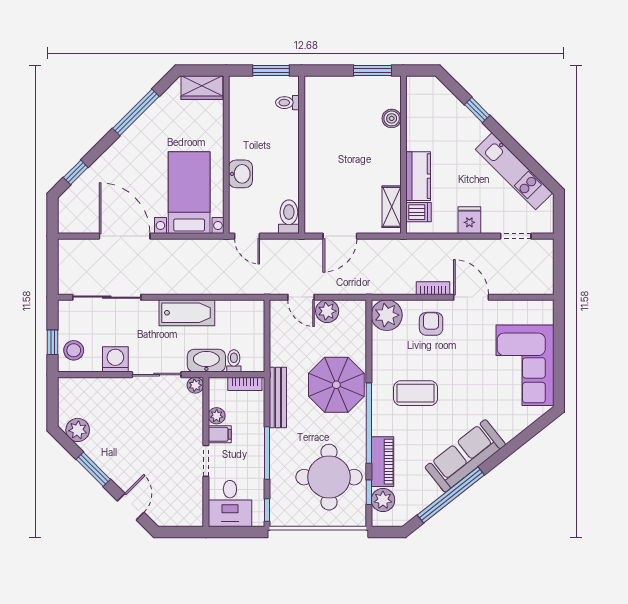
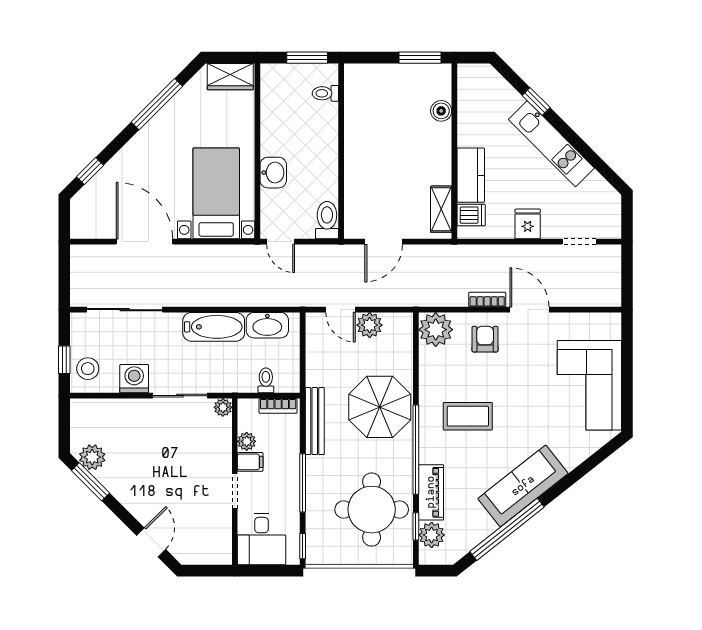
kitchen unit: (514, 171) -> (551, 144), moved
washbasin: (206, 361) -> (267, 325), moved, turned 180
window: (93, 469) -> (90, 482), moved

